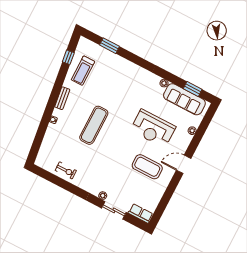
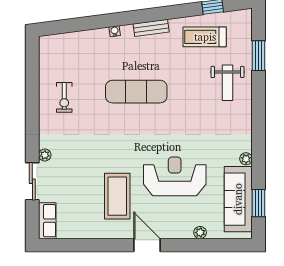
weight bench: (116, 71) -> (228, 83), added
reception desk: (153, 129) -> (175, 176), turned 90
exercise bike: (66, 170) -> (64, 97), moved

